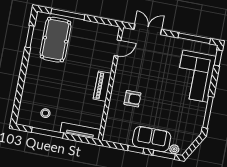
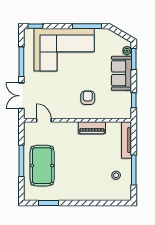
window: (68, 14) -> (21, 161), moved
window: (194, 38) -> (21, 62), moved
pool table: (55, 40) -> (42, 166), moved, turned 90
corner sofa: (195, 76) -> (64, 50), width x1.36, depth x1.36
piano: (102, 86) -> (92, 128), moved
window: (136, 149) -> (134, 100), moved

